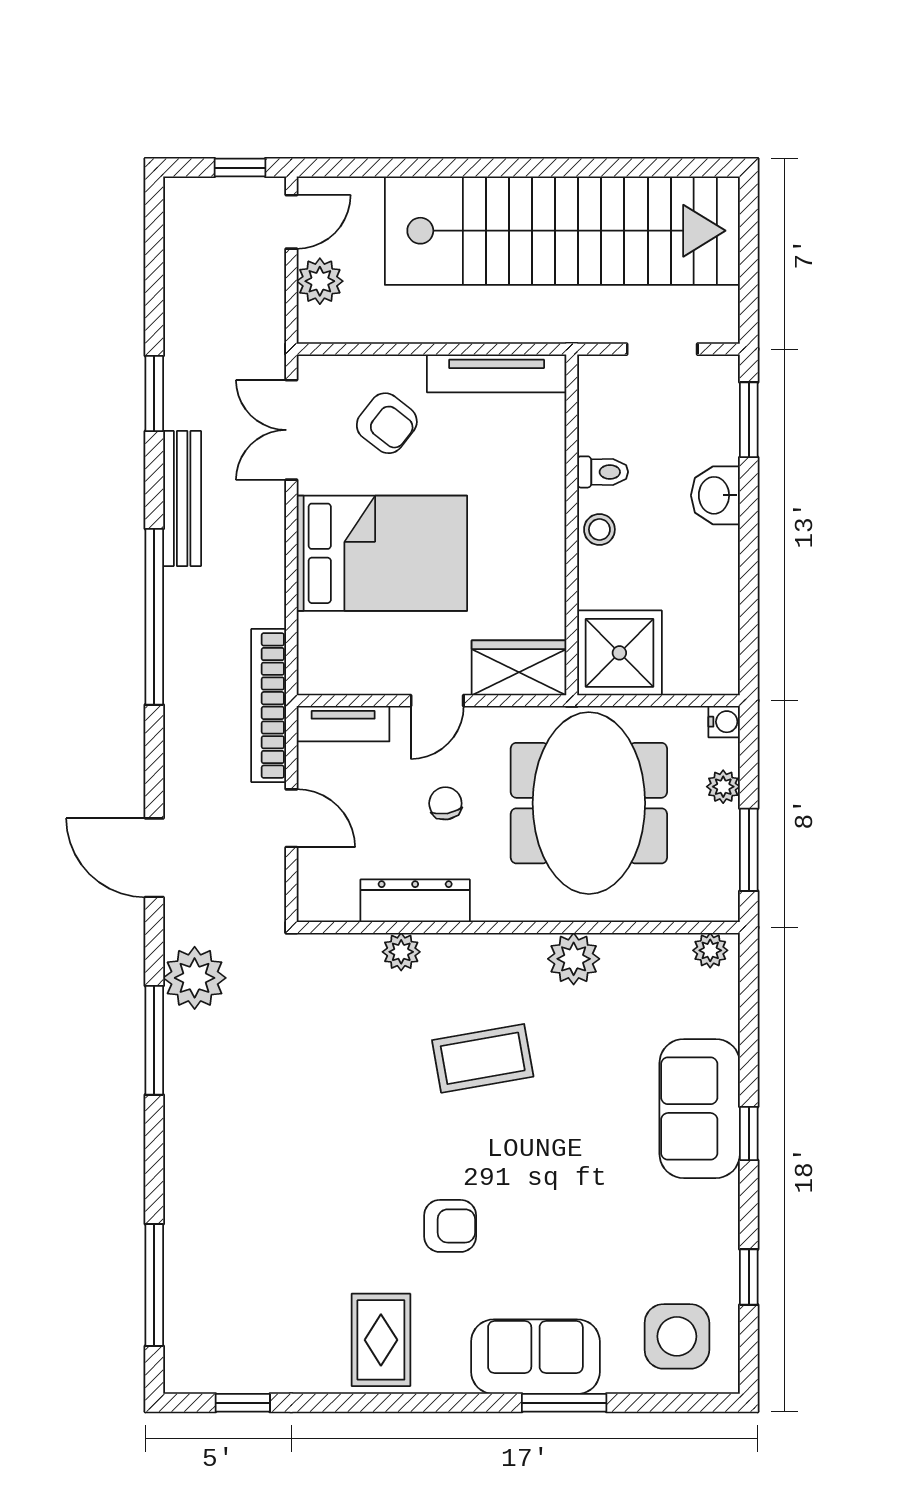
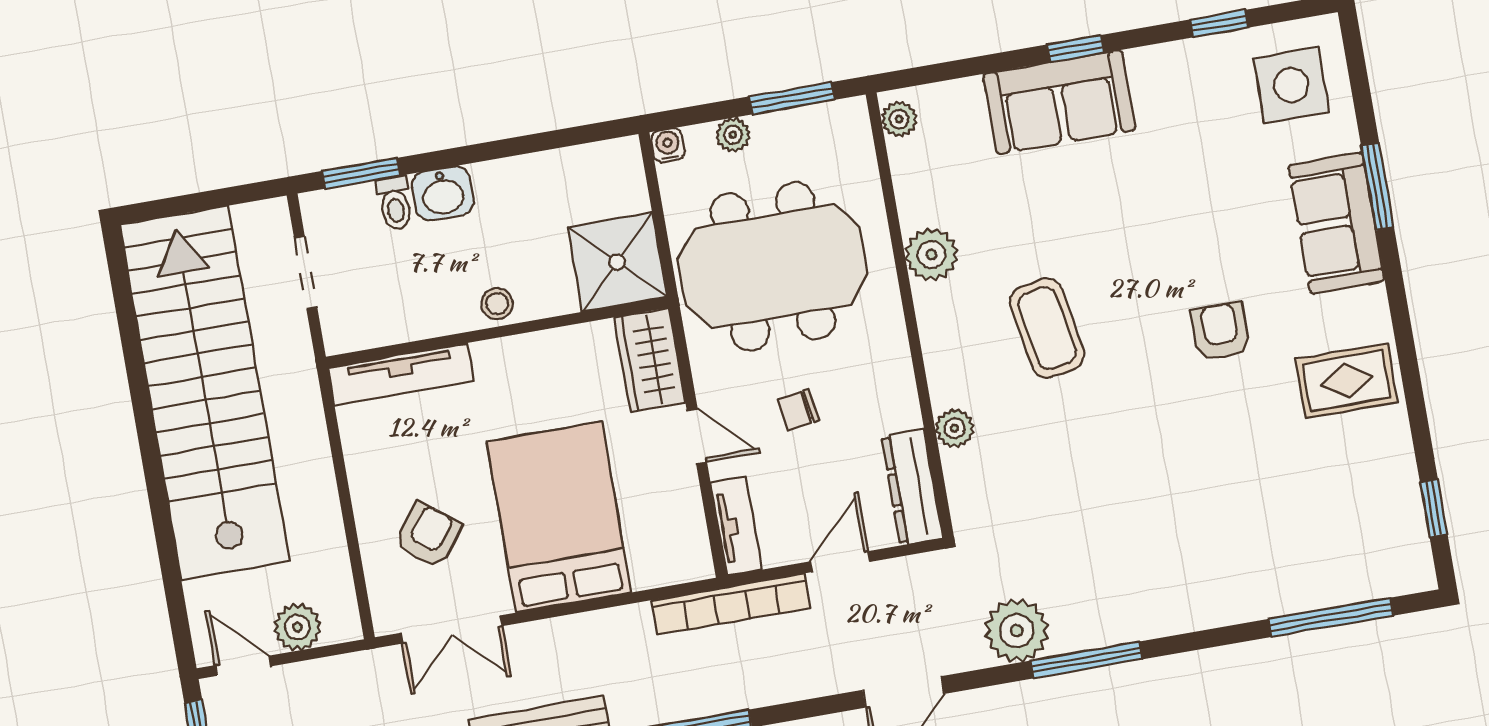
tv unit: (497, 373) -> (401, 374), moved, turned 90
toilet: (603, 472) -> (395, 203), moved, turned 180
dresser: (415, 901) -> (912, 487), moved

